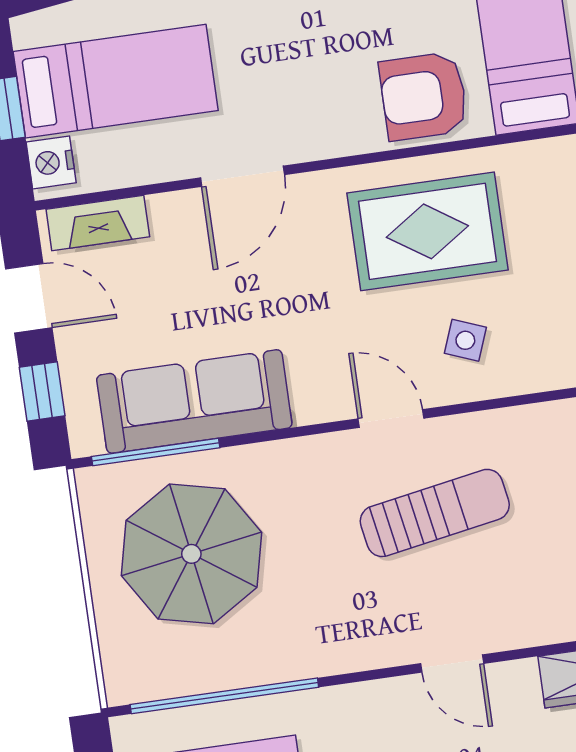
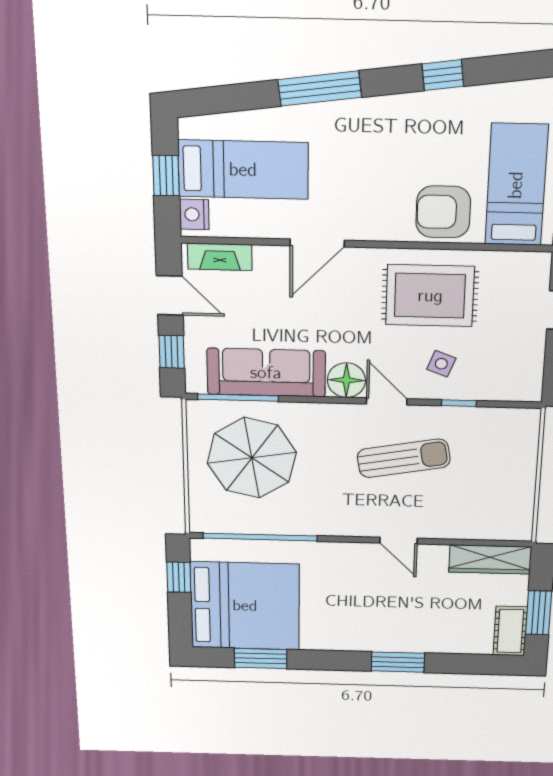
floor lamp: (322, 393) -> (346, 380), added
window: (505, 402) -> (459, 403), added

